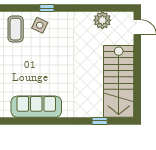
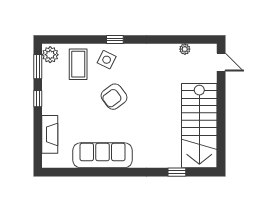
plant: (102, 20) -> (185, 49), width x0.53, depth x0.53
armchair: (46, 57) -> (114, 97), added

